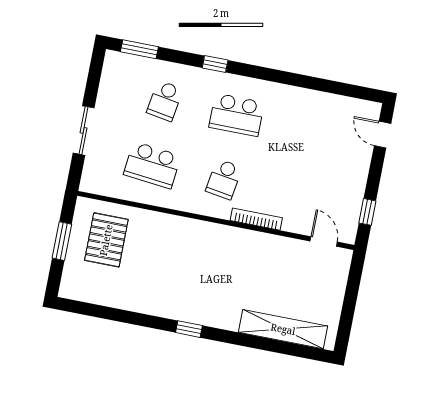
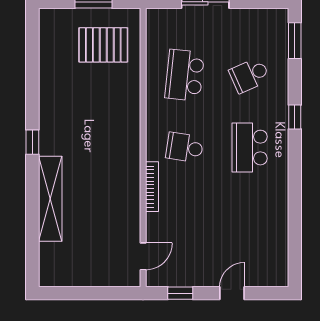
school desk: (165, 101) -> (250, 75), turned -33
door: (383, 135) -> (232, 293), moved
shelving: (283, 329) -> (50, 199), moved

